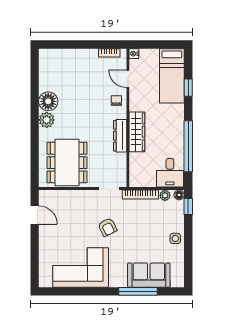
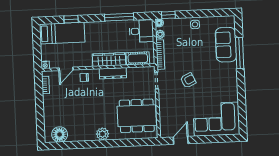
floor lamp: (48, 101) -> (60, 134), moved
window: (188, 146) -> (119, 17), width x0.68
cot: (137, 167) -> (138, 58), added
corner sofa: (81, 267) -> (216, 119), moved, turned 90

